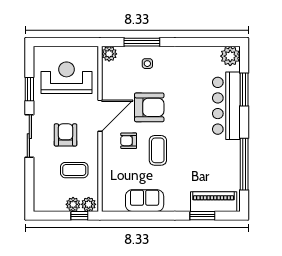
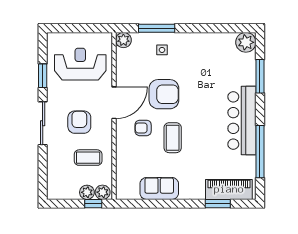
bar counter: (226, 106) -> (242, 120), moved

